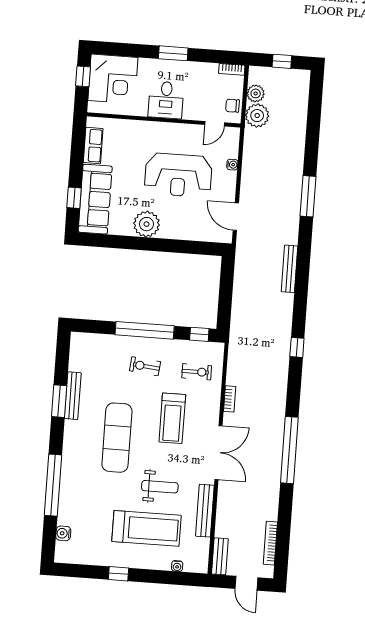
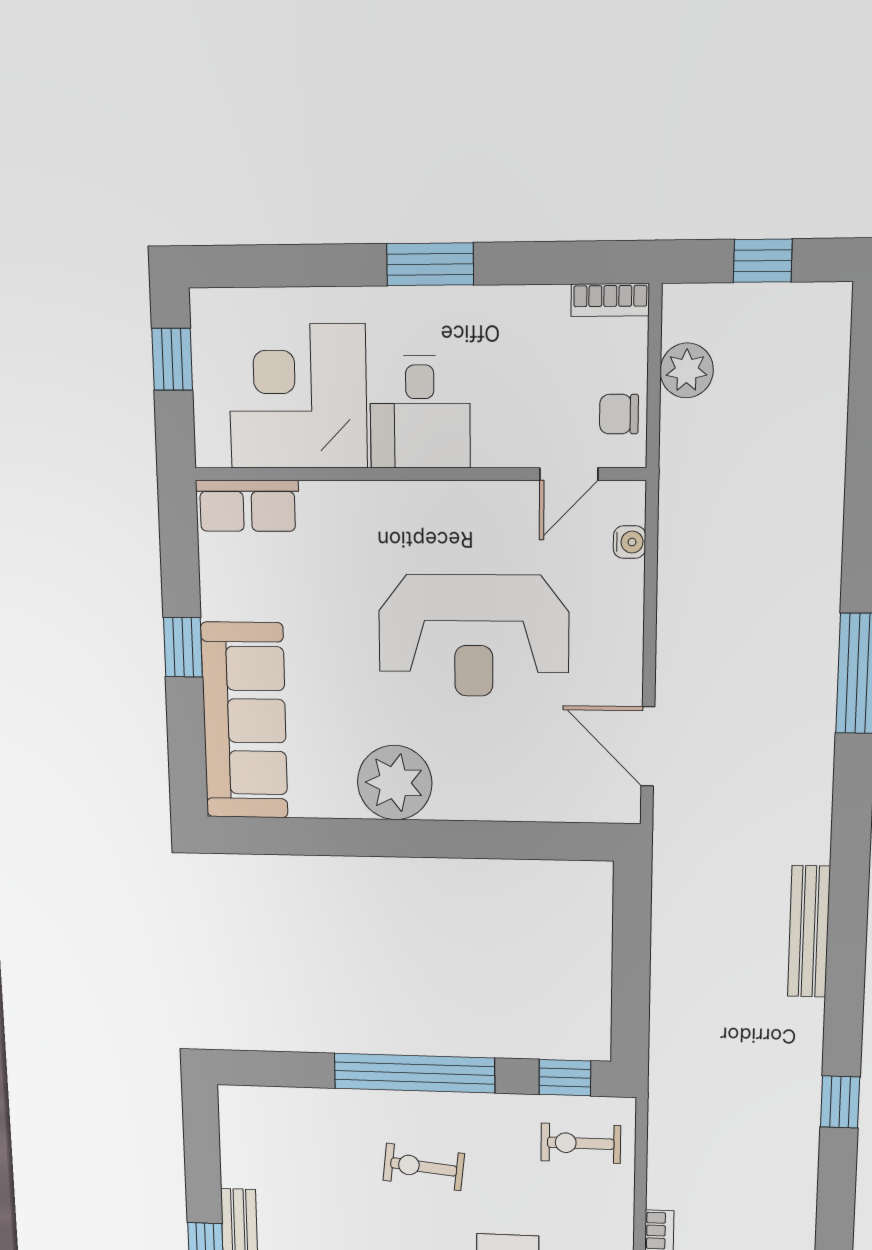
corner desk: (113, 79) -> (298, 397), moved, turned 180
plant: (257, 116) -> (695, 439), removed
row of seats: (93, 146) -> (247, 506), moved, turned 90
water cooler: (232, 165) -> (629, 542), moved
window: (74, 198) -> (183, 647), moved
bench: (289, 269) -> (809, 932), moved
exercise bike: (197, 372) -> (581, 1143), moved, turned 180

